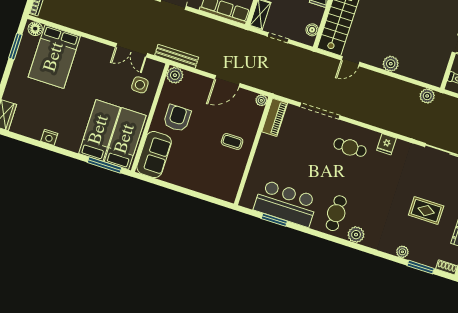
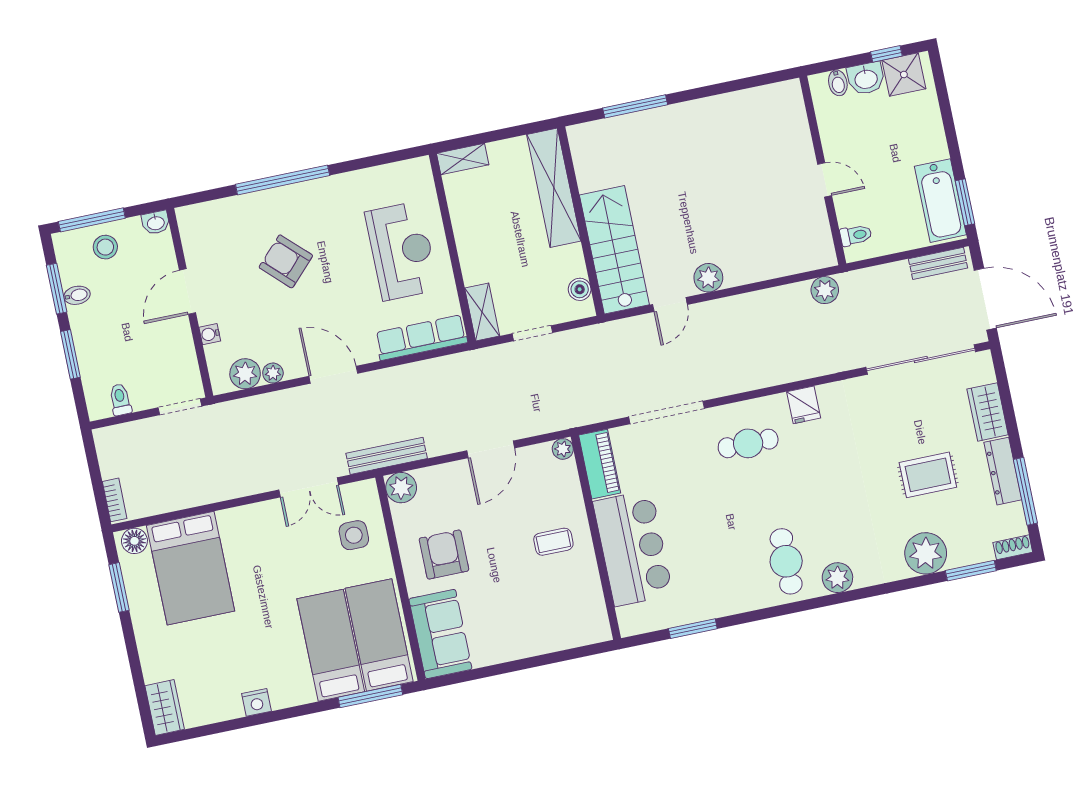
plant: (391, 64) -> (708, 278), moved
bar counter: (286, 203) -> (633, 548), moved, turned 90
plant: (402, 252) -> (926, 553), width x1.88, depth x1.88

